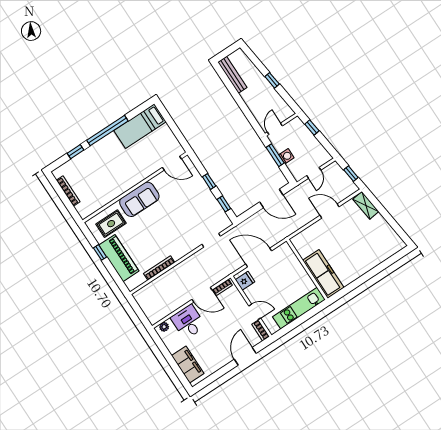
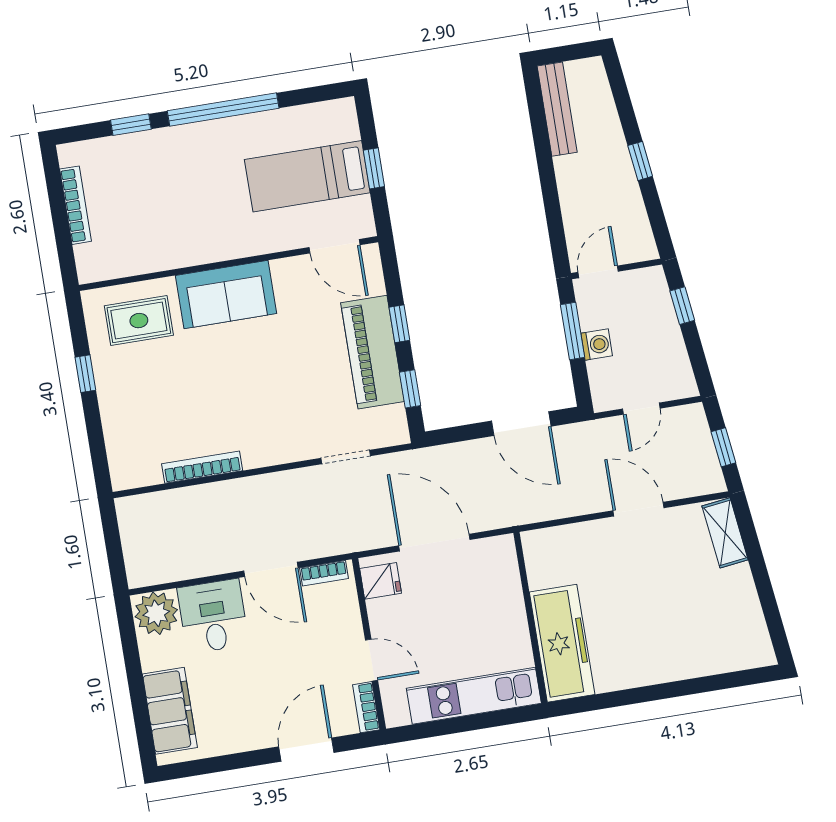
bed: (140, 126) -> (307, 176), moved
window: (174, 128) -> (374, 168), added
piano: (119, 258) -> (372, 352), moved, turned 180
plant: (164, 327) -> (156, 613), width x1.88, depth x1.88

